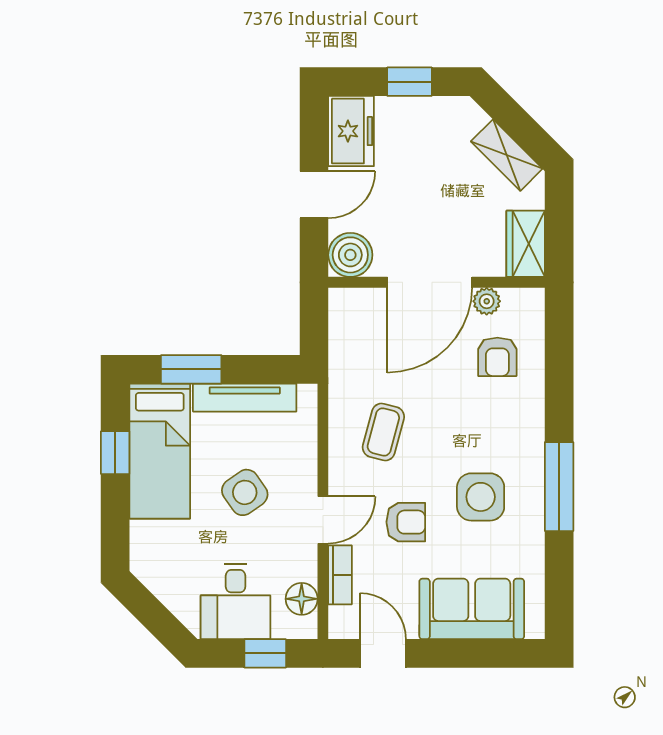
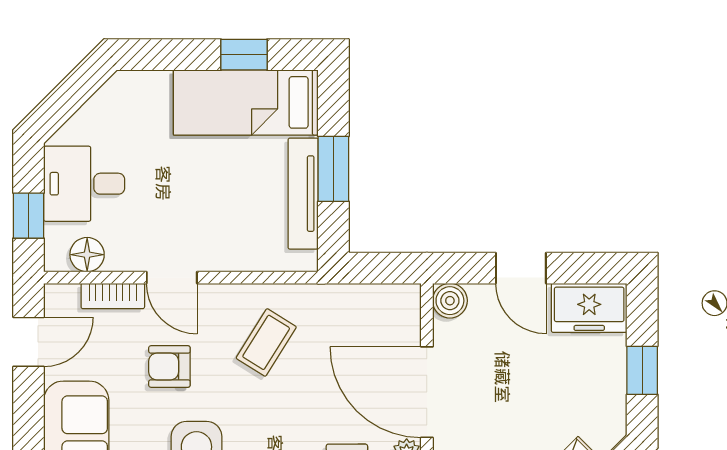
boiler: (350, 255) -> (450, 301), width x0.73, depth x0.73
window: (191, 369) -> (333, 169), moved
coffee table: (383, 432) -> (266, 342), turned -73
side table: (245, 492) -> (201, 194), removed
armchair: (406, 522) -> (169, 367), turned 90

